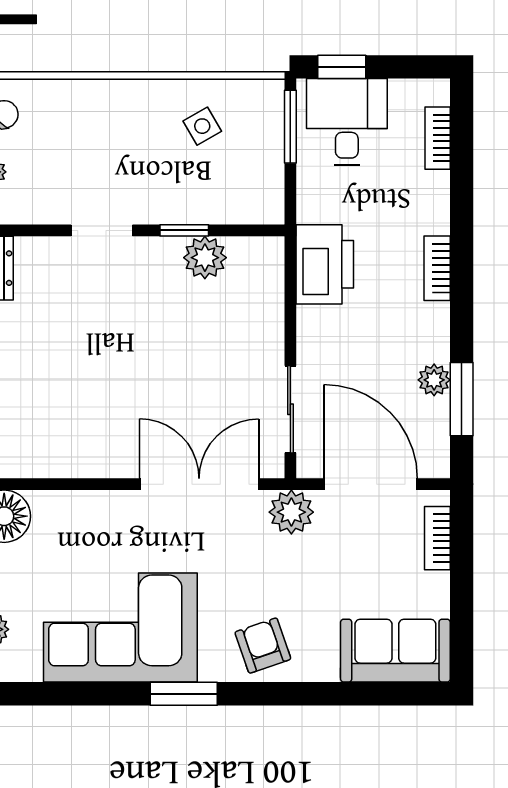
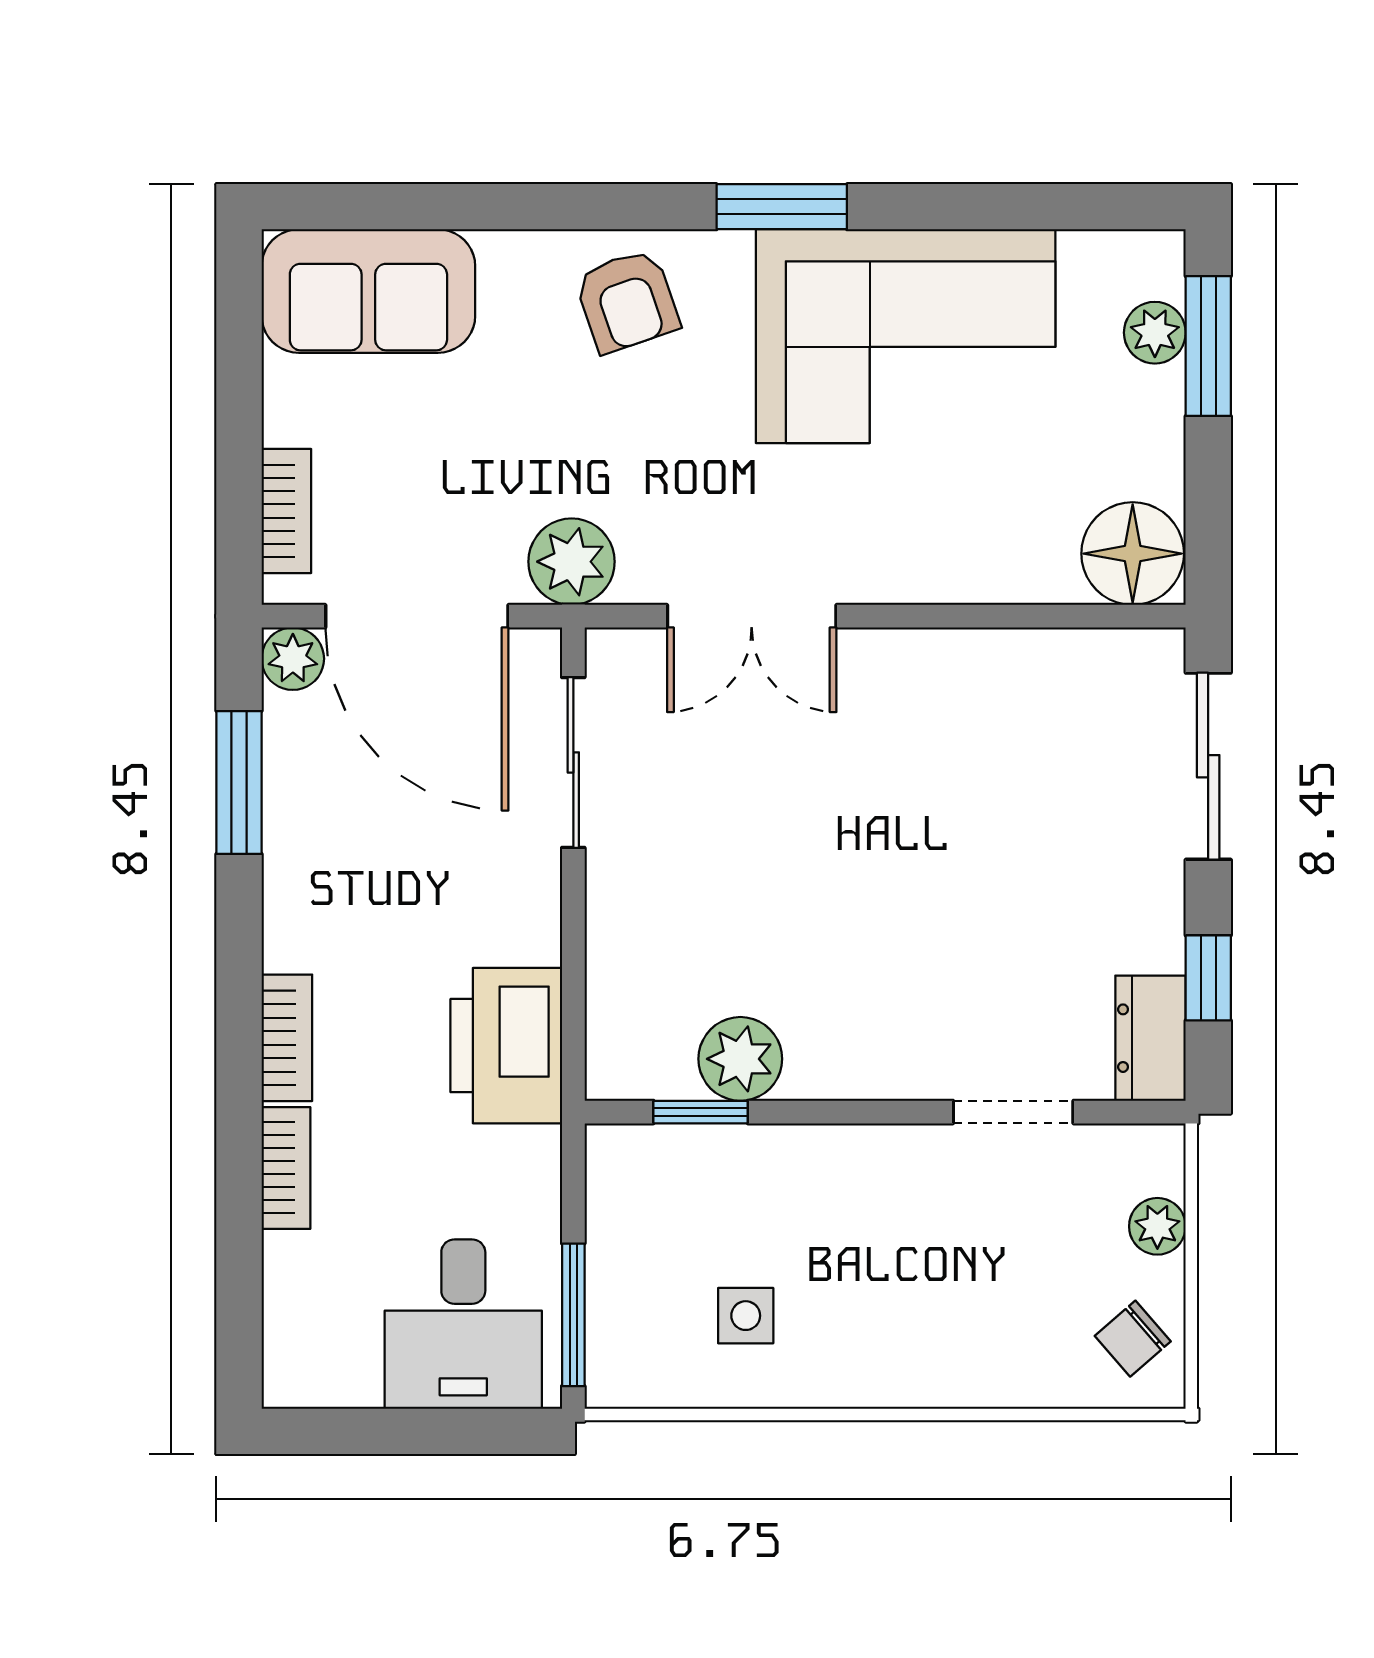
window: (342, 67) -> (473, 1431), removed
side table: (202, 126) -> (746, 1316), turned 30
bookcase: (438, 138) -> (286, 1168), moved
doorway: (102, 230) -> (1013, 1112), moved
window: (184, 230) -> (701, 1112), moved
plant: (434, 380) -> (293, 659), moved
double door: (199, 484) -> (752, 616), width x0.73

